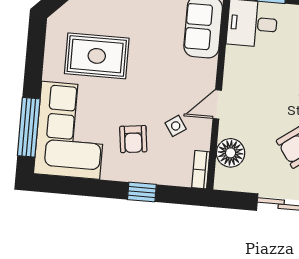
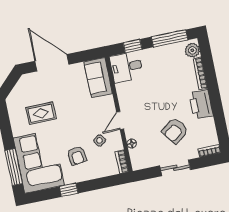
rug: (97, 56) -> (41, 113), width x0.73, depth x0.70
floor lamp: (231, 153) -> (132, 143), width x0.53, depth x0.53
window: (142, 192) -> (69, 190), moved

